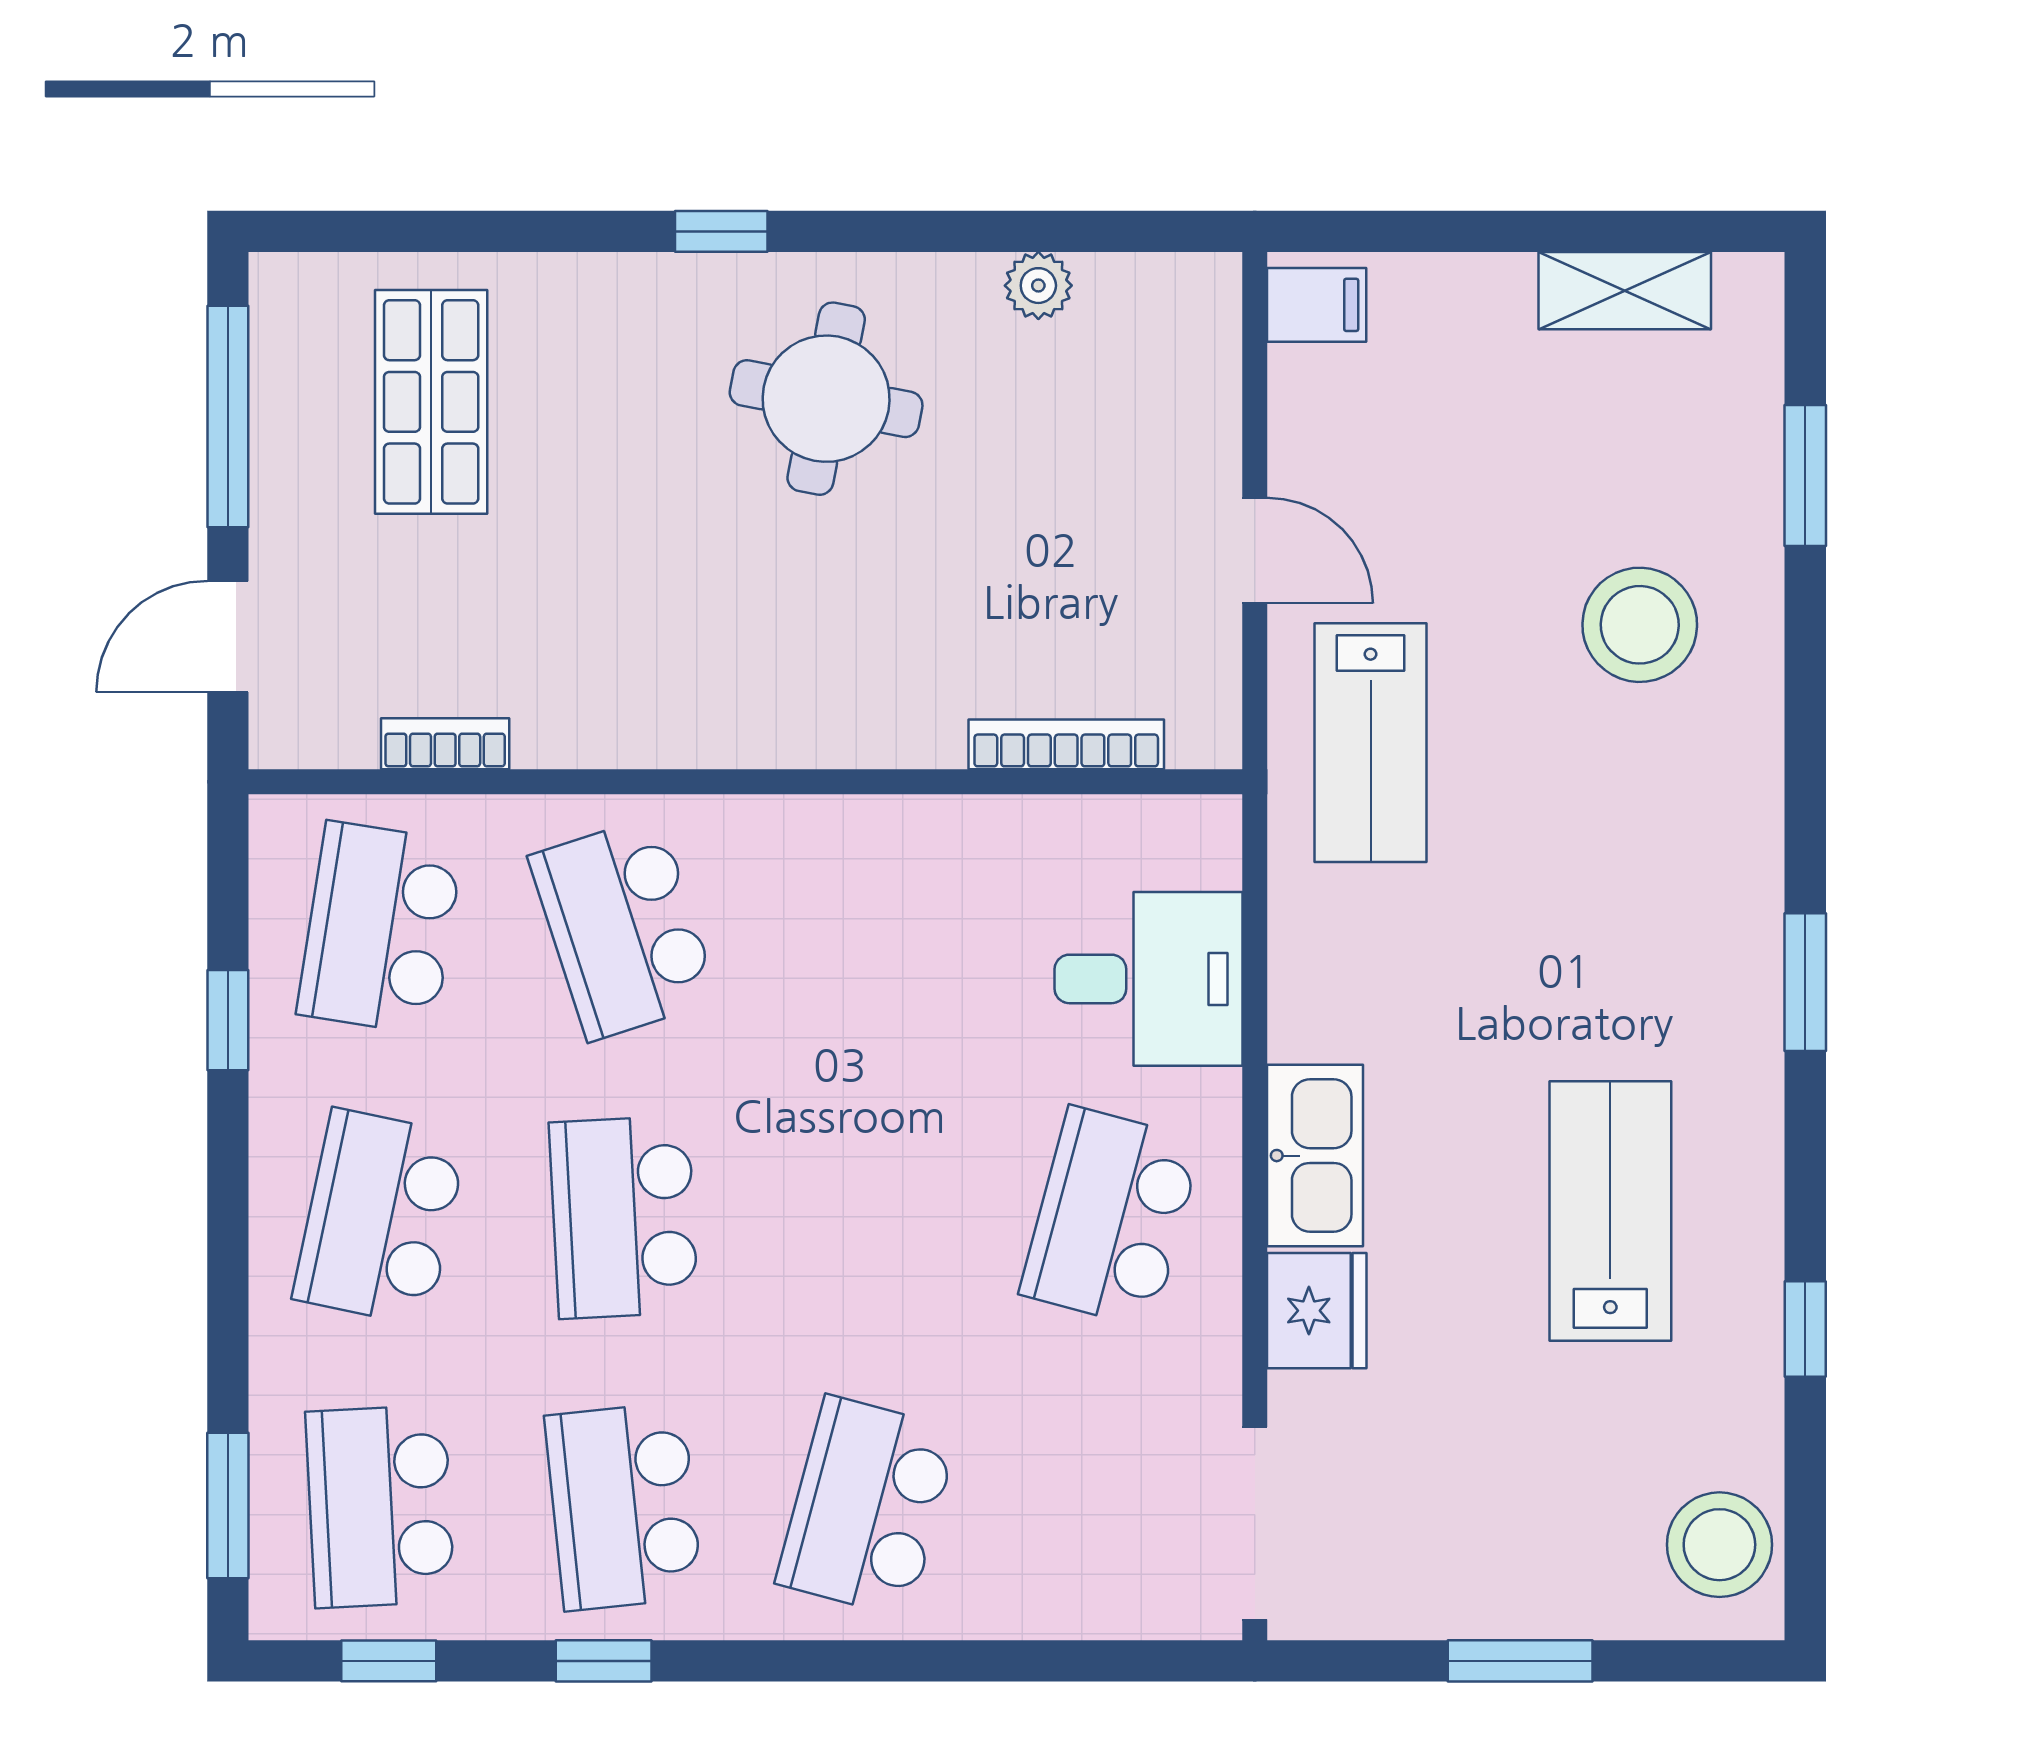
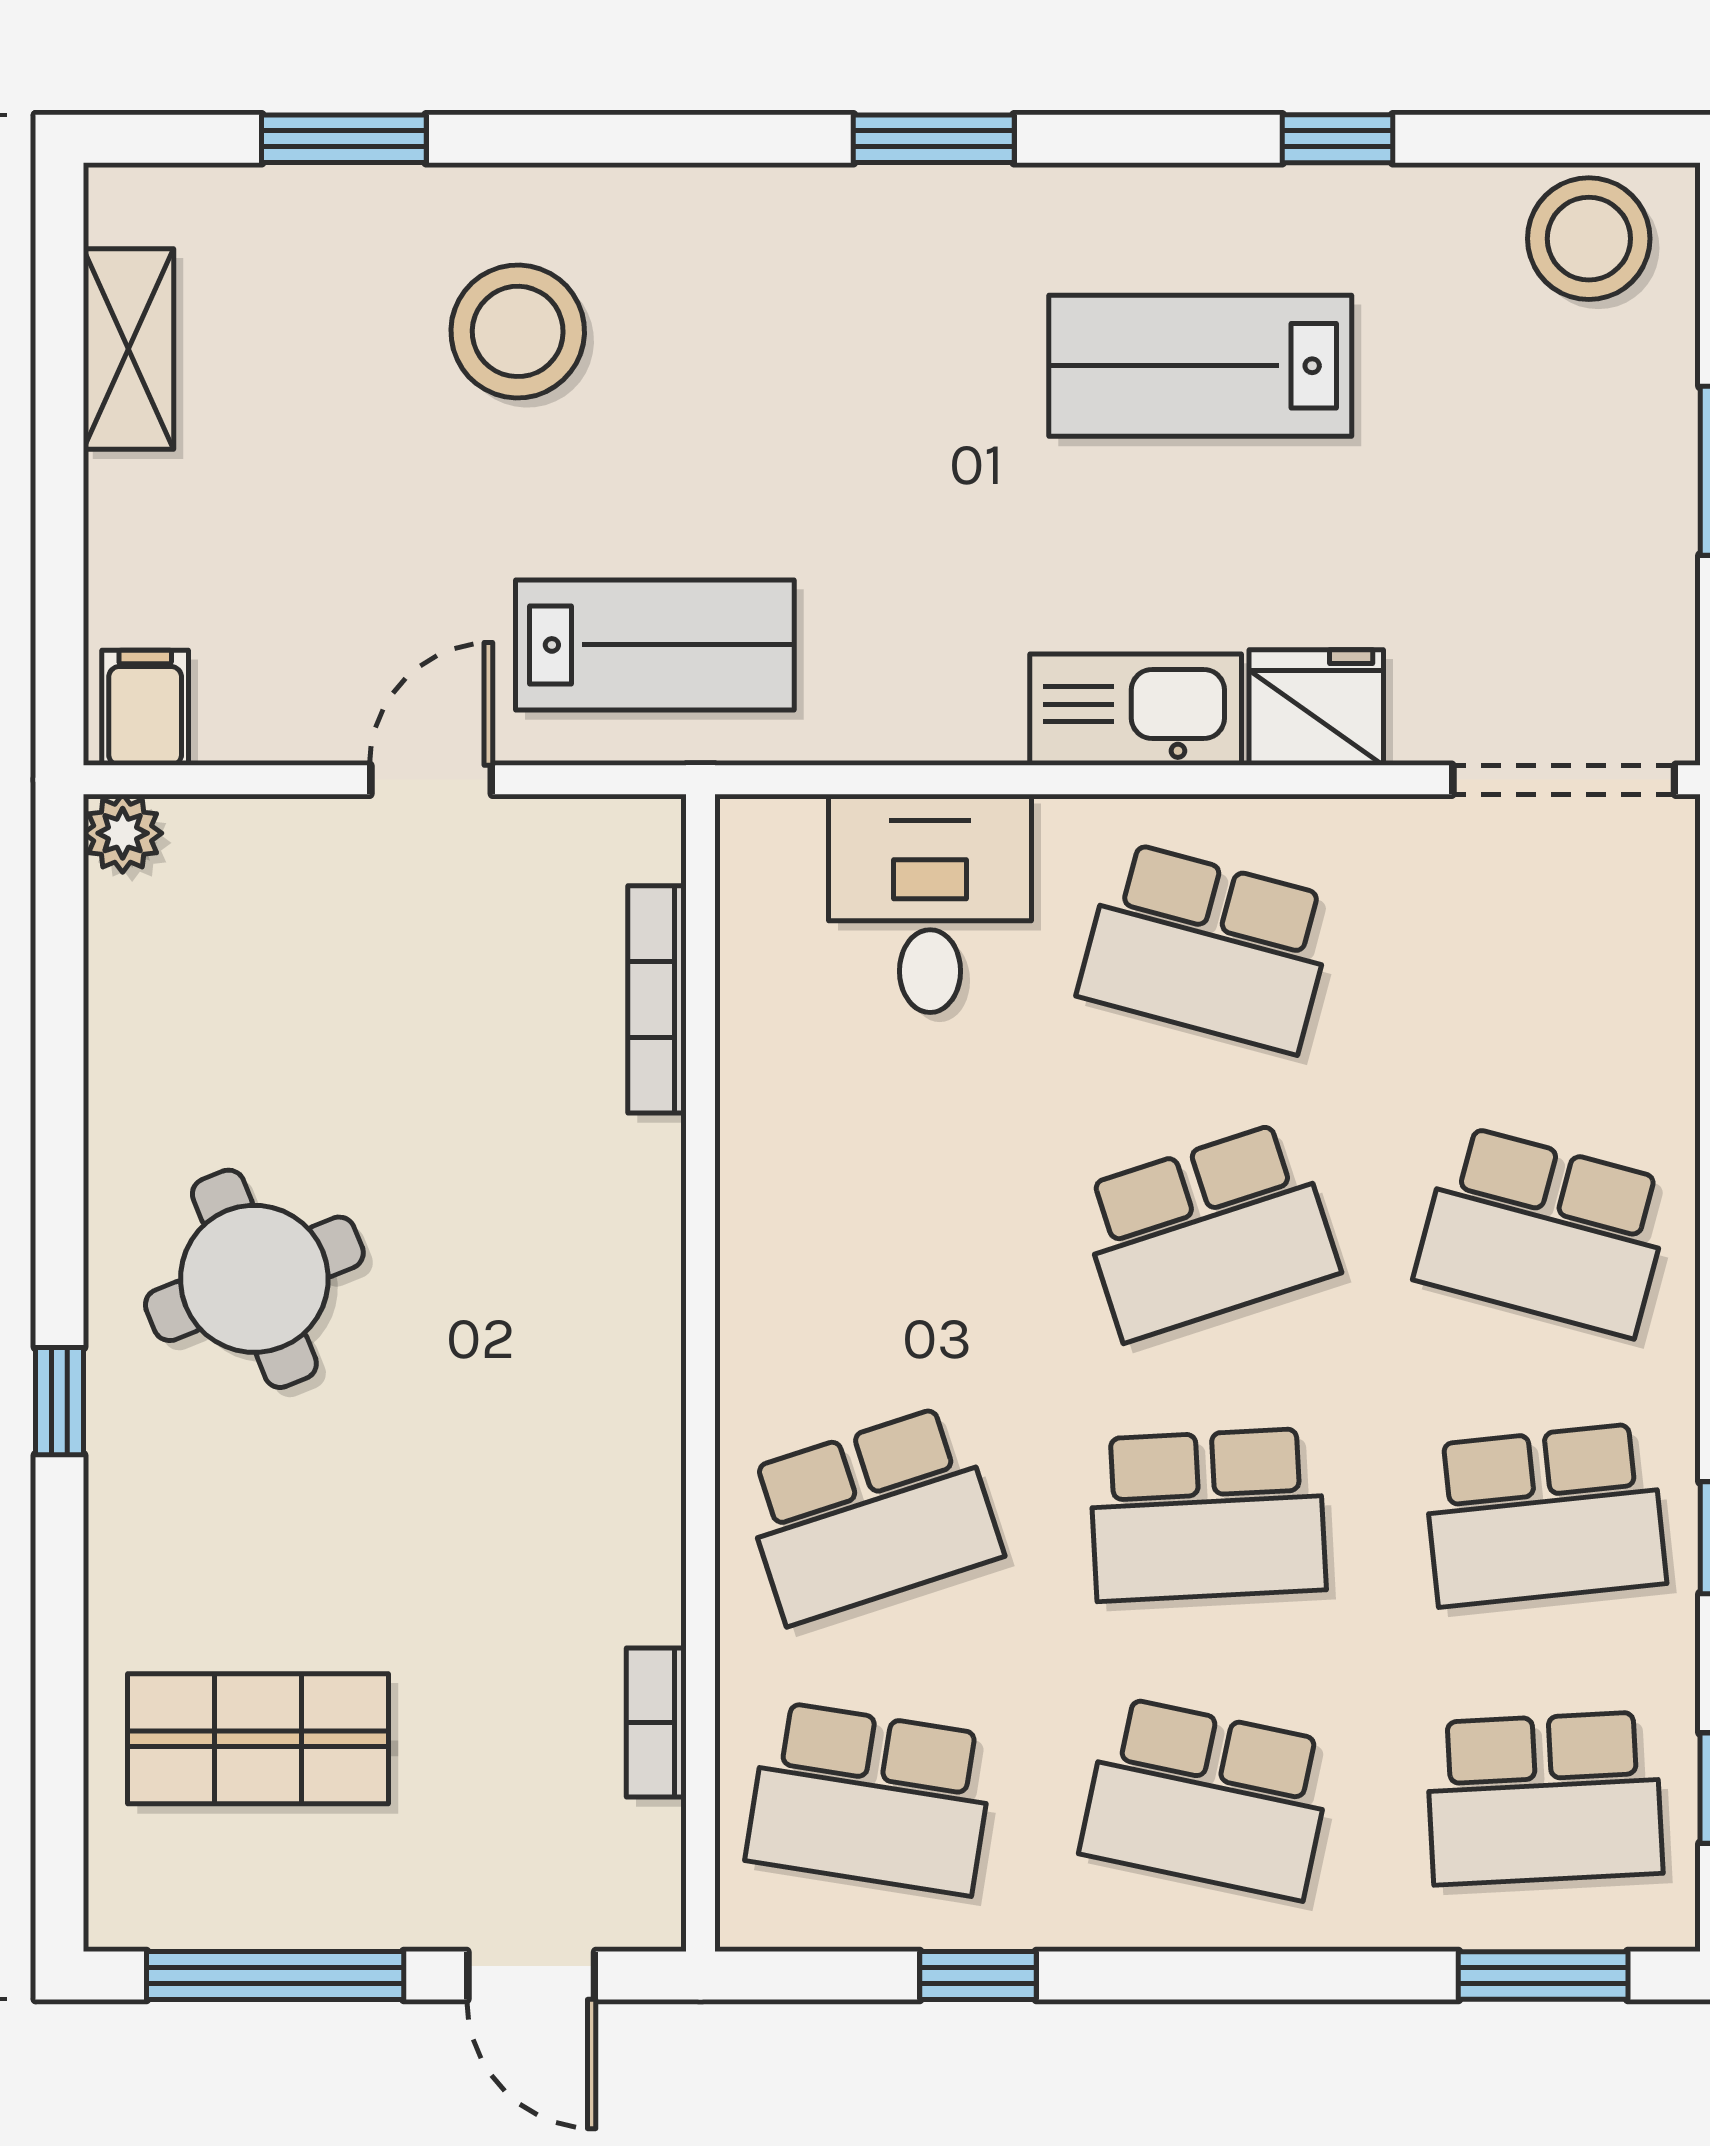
plant: (1038, 286) -> (123, 833), moved
round table: (826, 399) -> (254, 1279), turned -33
school desk: (867, 1217) -> (1207, 1231), added

